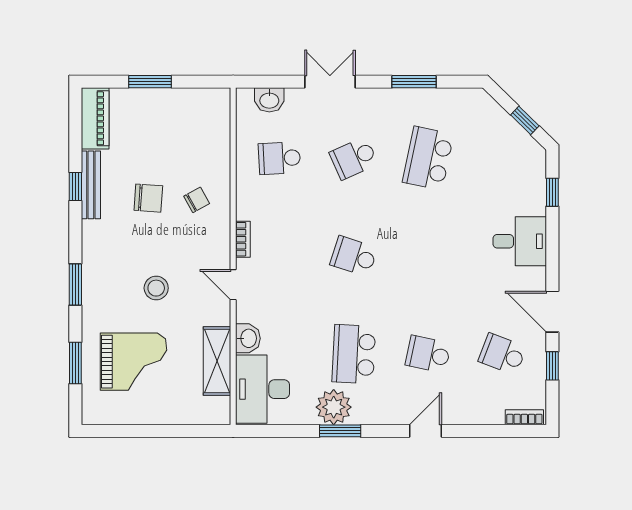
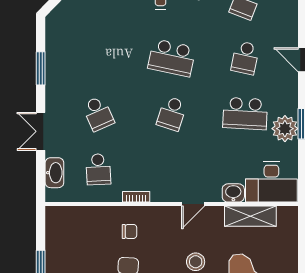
washbasin: (269, 100) -> (54, 173), width x1.38
school desk: (428, 158) -> (172, 58), moved
chair: (197, 200) -> (129, 231), turned 119
bookcase: (243, 239) -> (136, 197), moved

